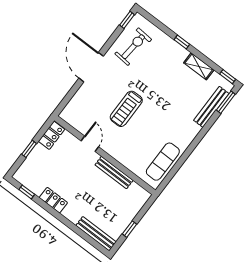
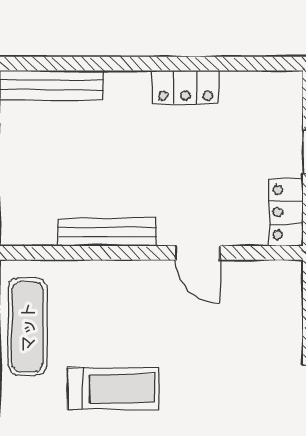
treadmill: (126, 109) -> (113, 389), moved, turned 90
window: (27, 192) -> (250, 64), removed

